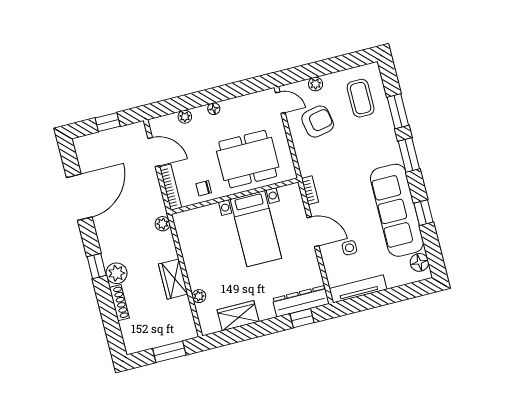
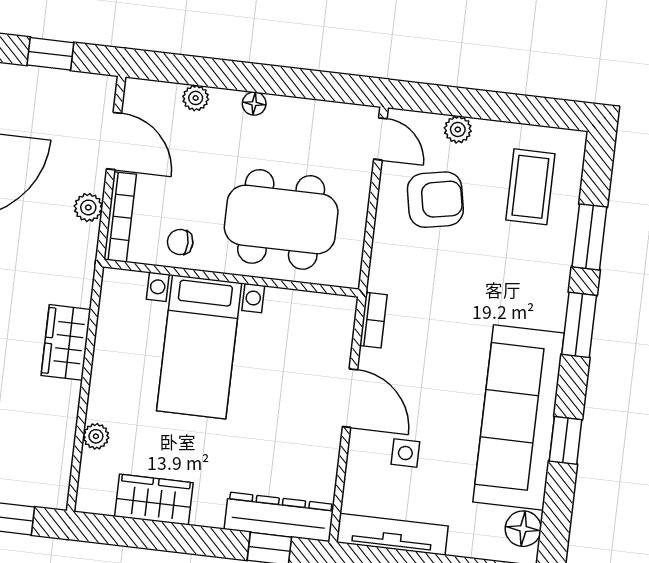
plant: (163, 224) -> (88, 207), moved
bed with nightstands: (256, 229) -> (199, 347), moved
wardrobe: (173, 279) -> (66, 342), moved

